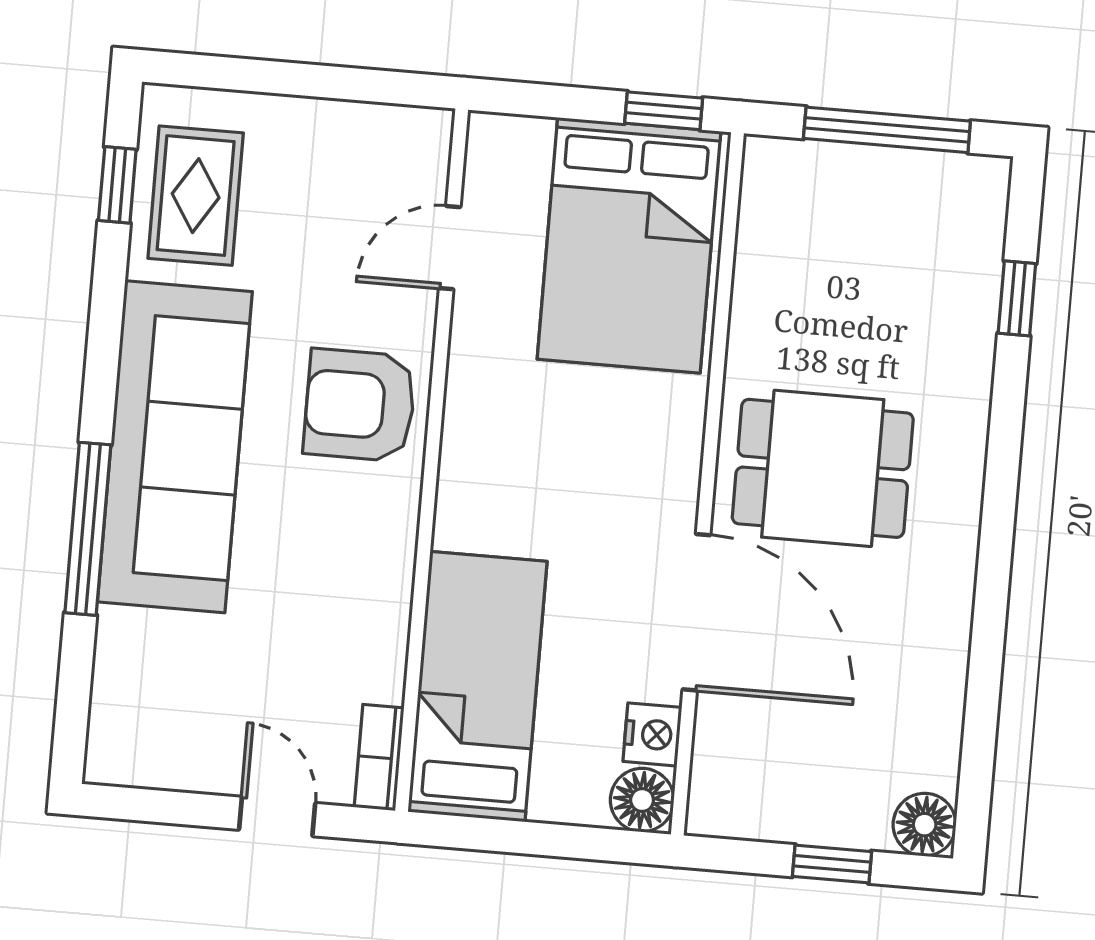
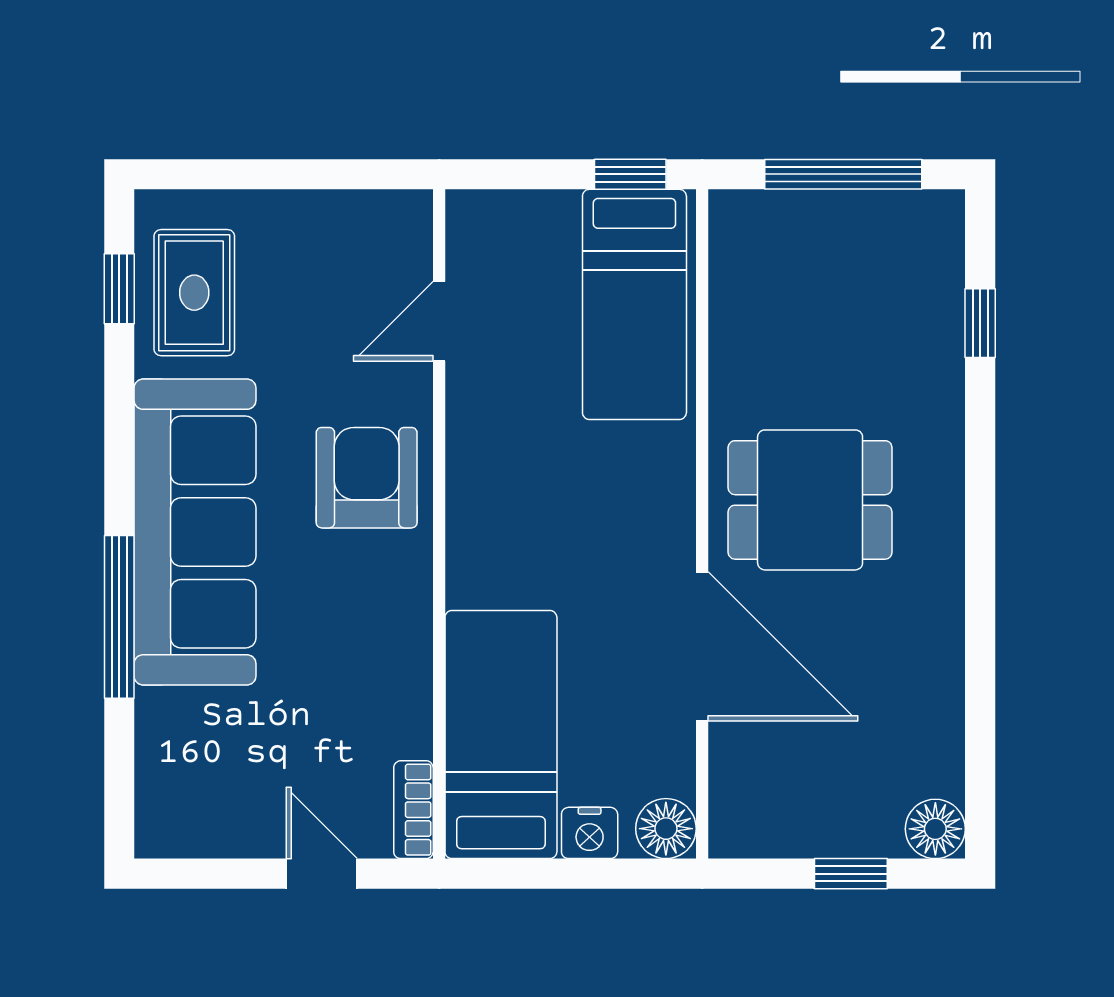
bed: (629, 245) -> (634, 304), width x0.67
armchair: (360, 405) -> (367, 478), turned 90
nightstand: (652, 734) -> (590, 833), moved, turned 90

